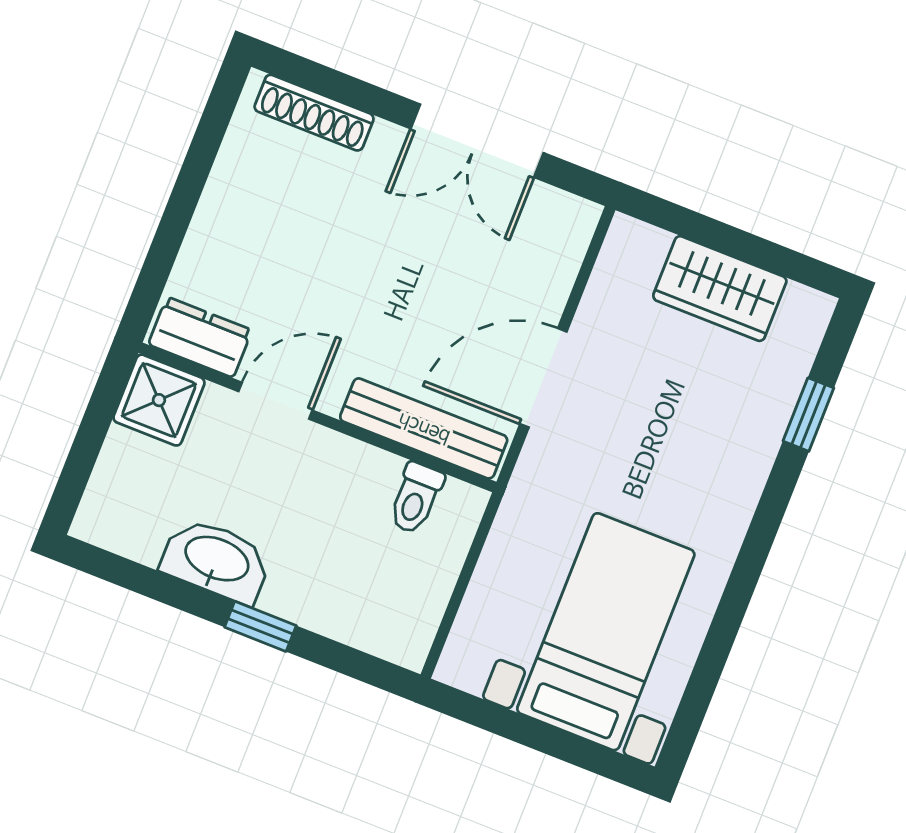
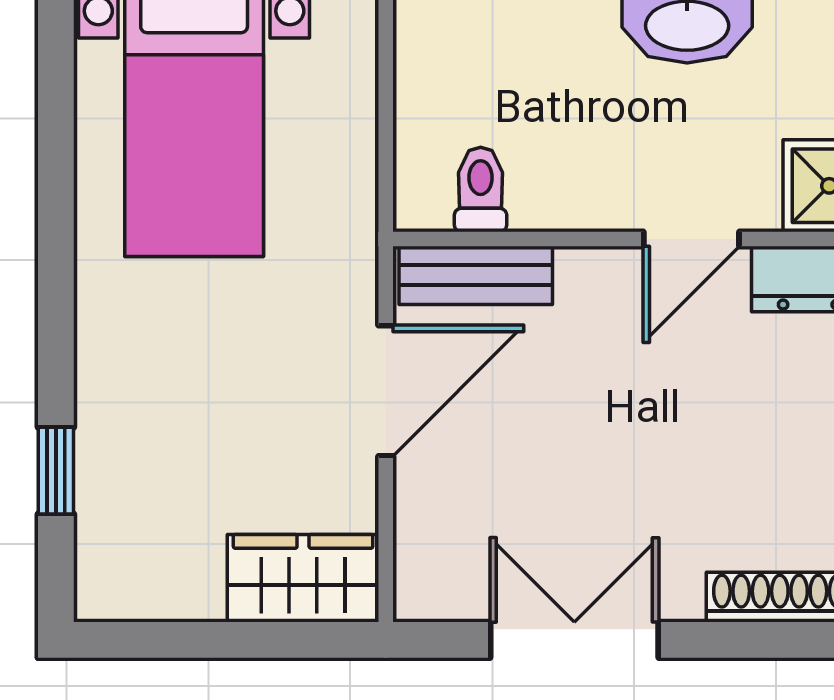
wardrobe: (720, 289) -> (303, 578), moved
bench: (424, 428) -> (476, 275), width x0.73

